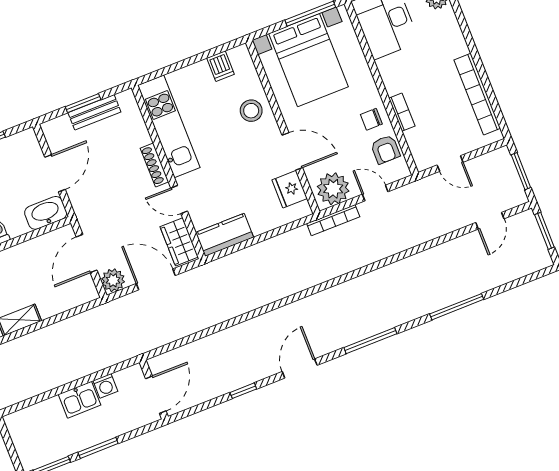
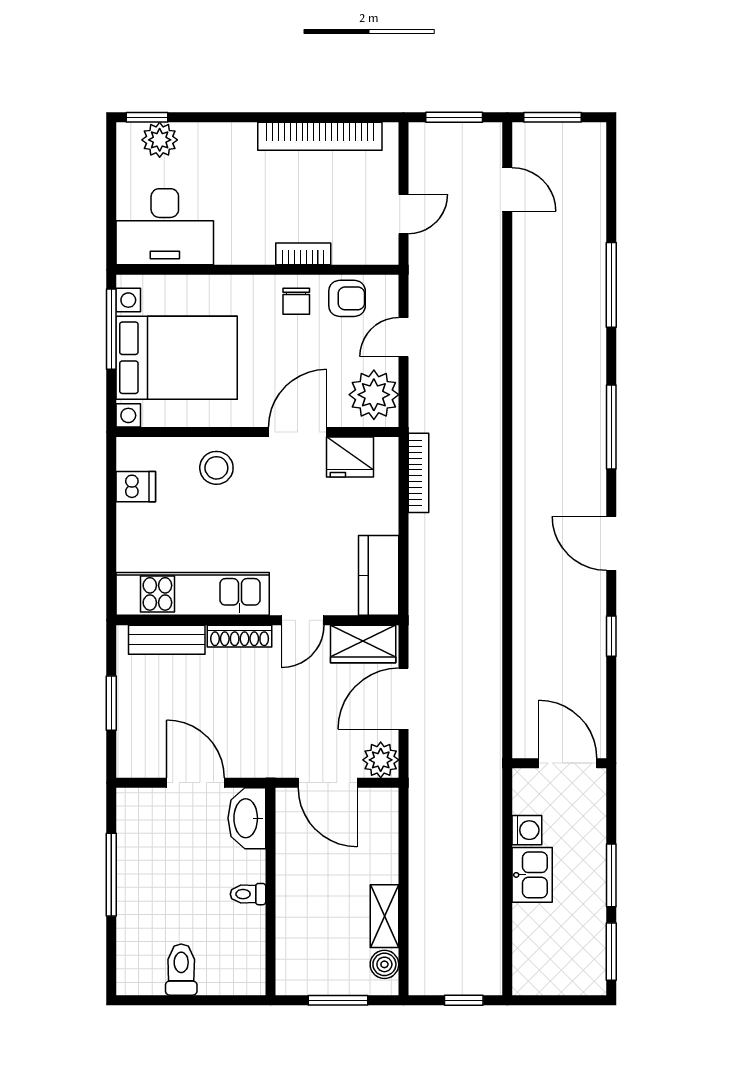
bench: (94, 112) -> (167, 640), moved, turned 90
bookcase: (333, 220) -> (419, 473), moved

